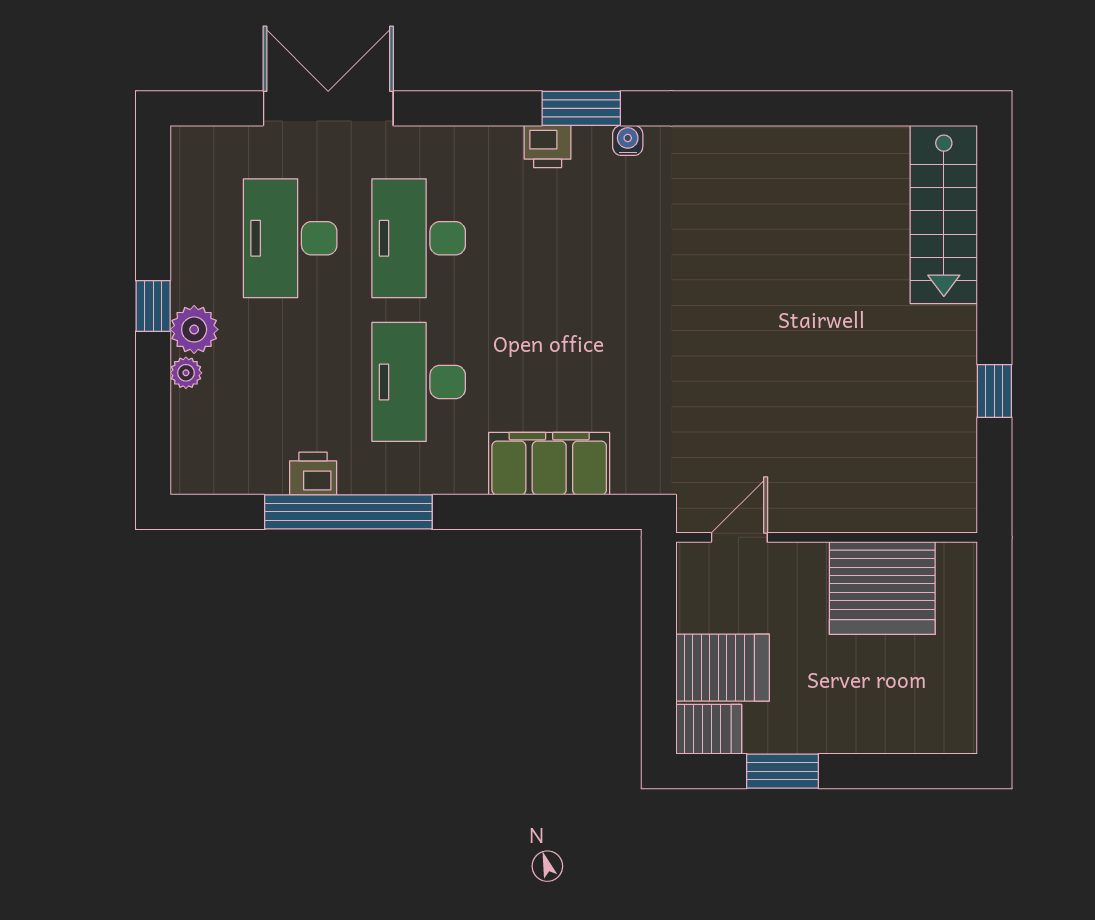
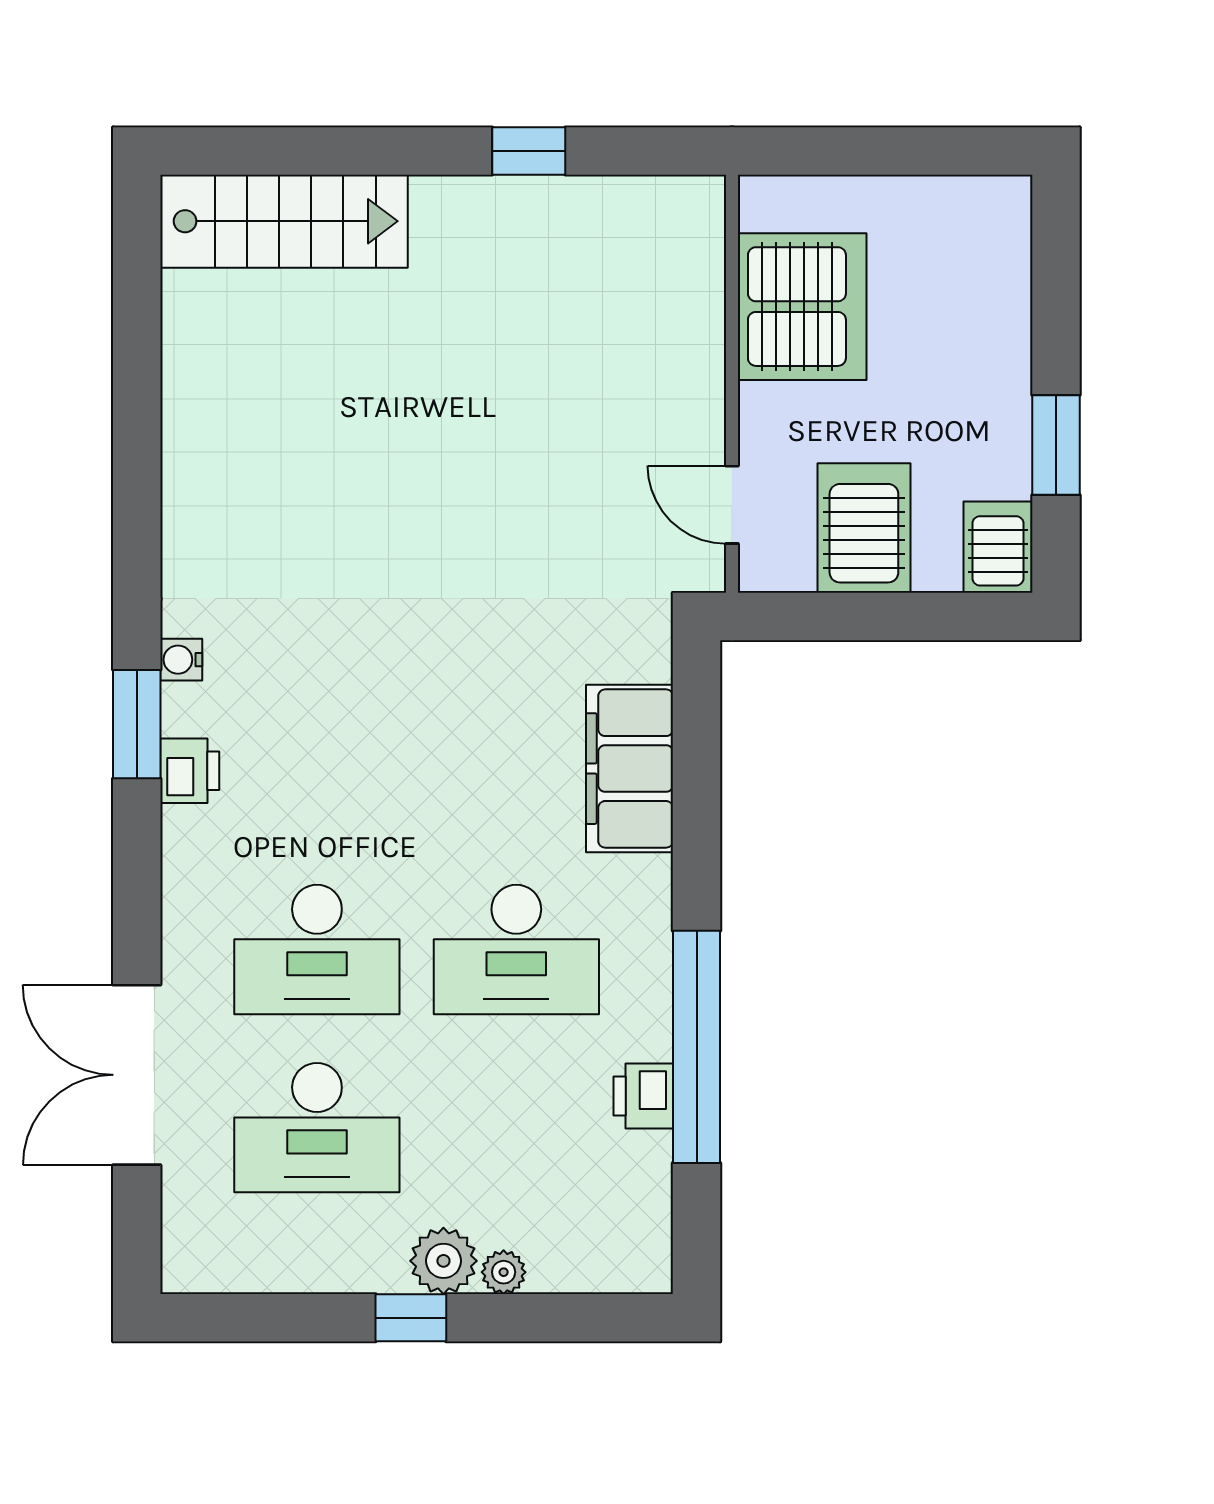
server rack: (723, 668) -> (864, 528), moved

